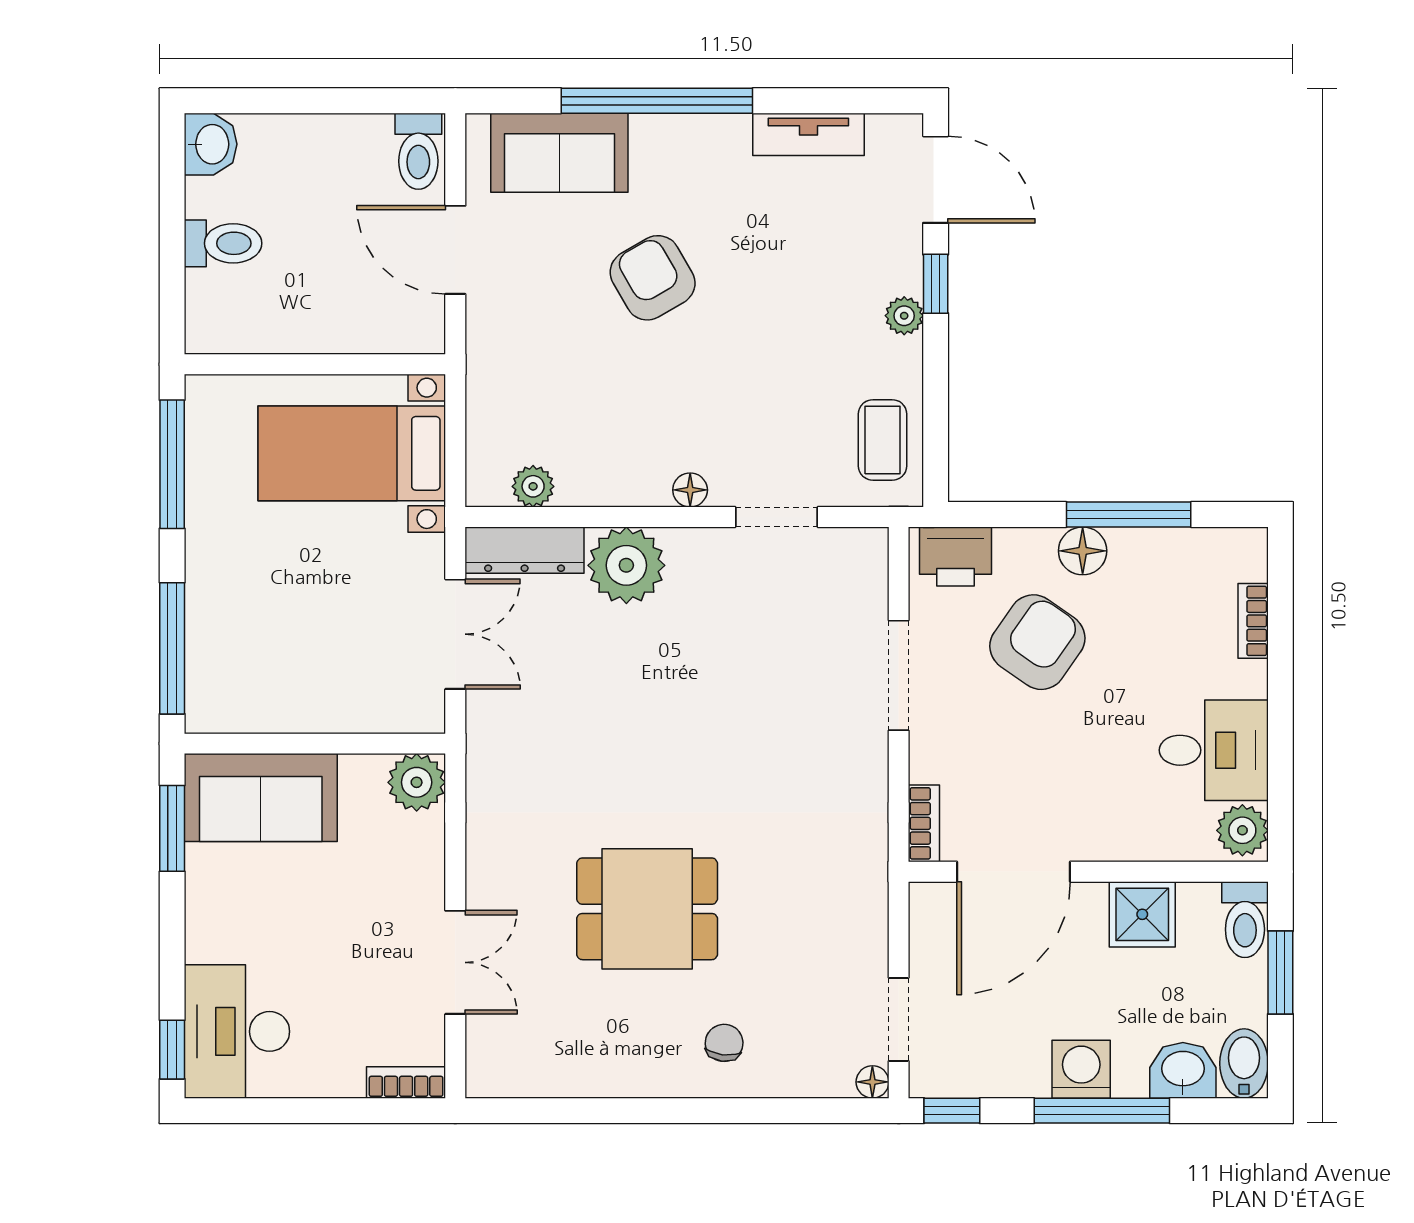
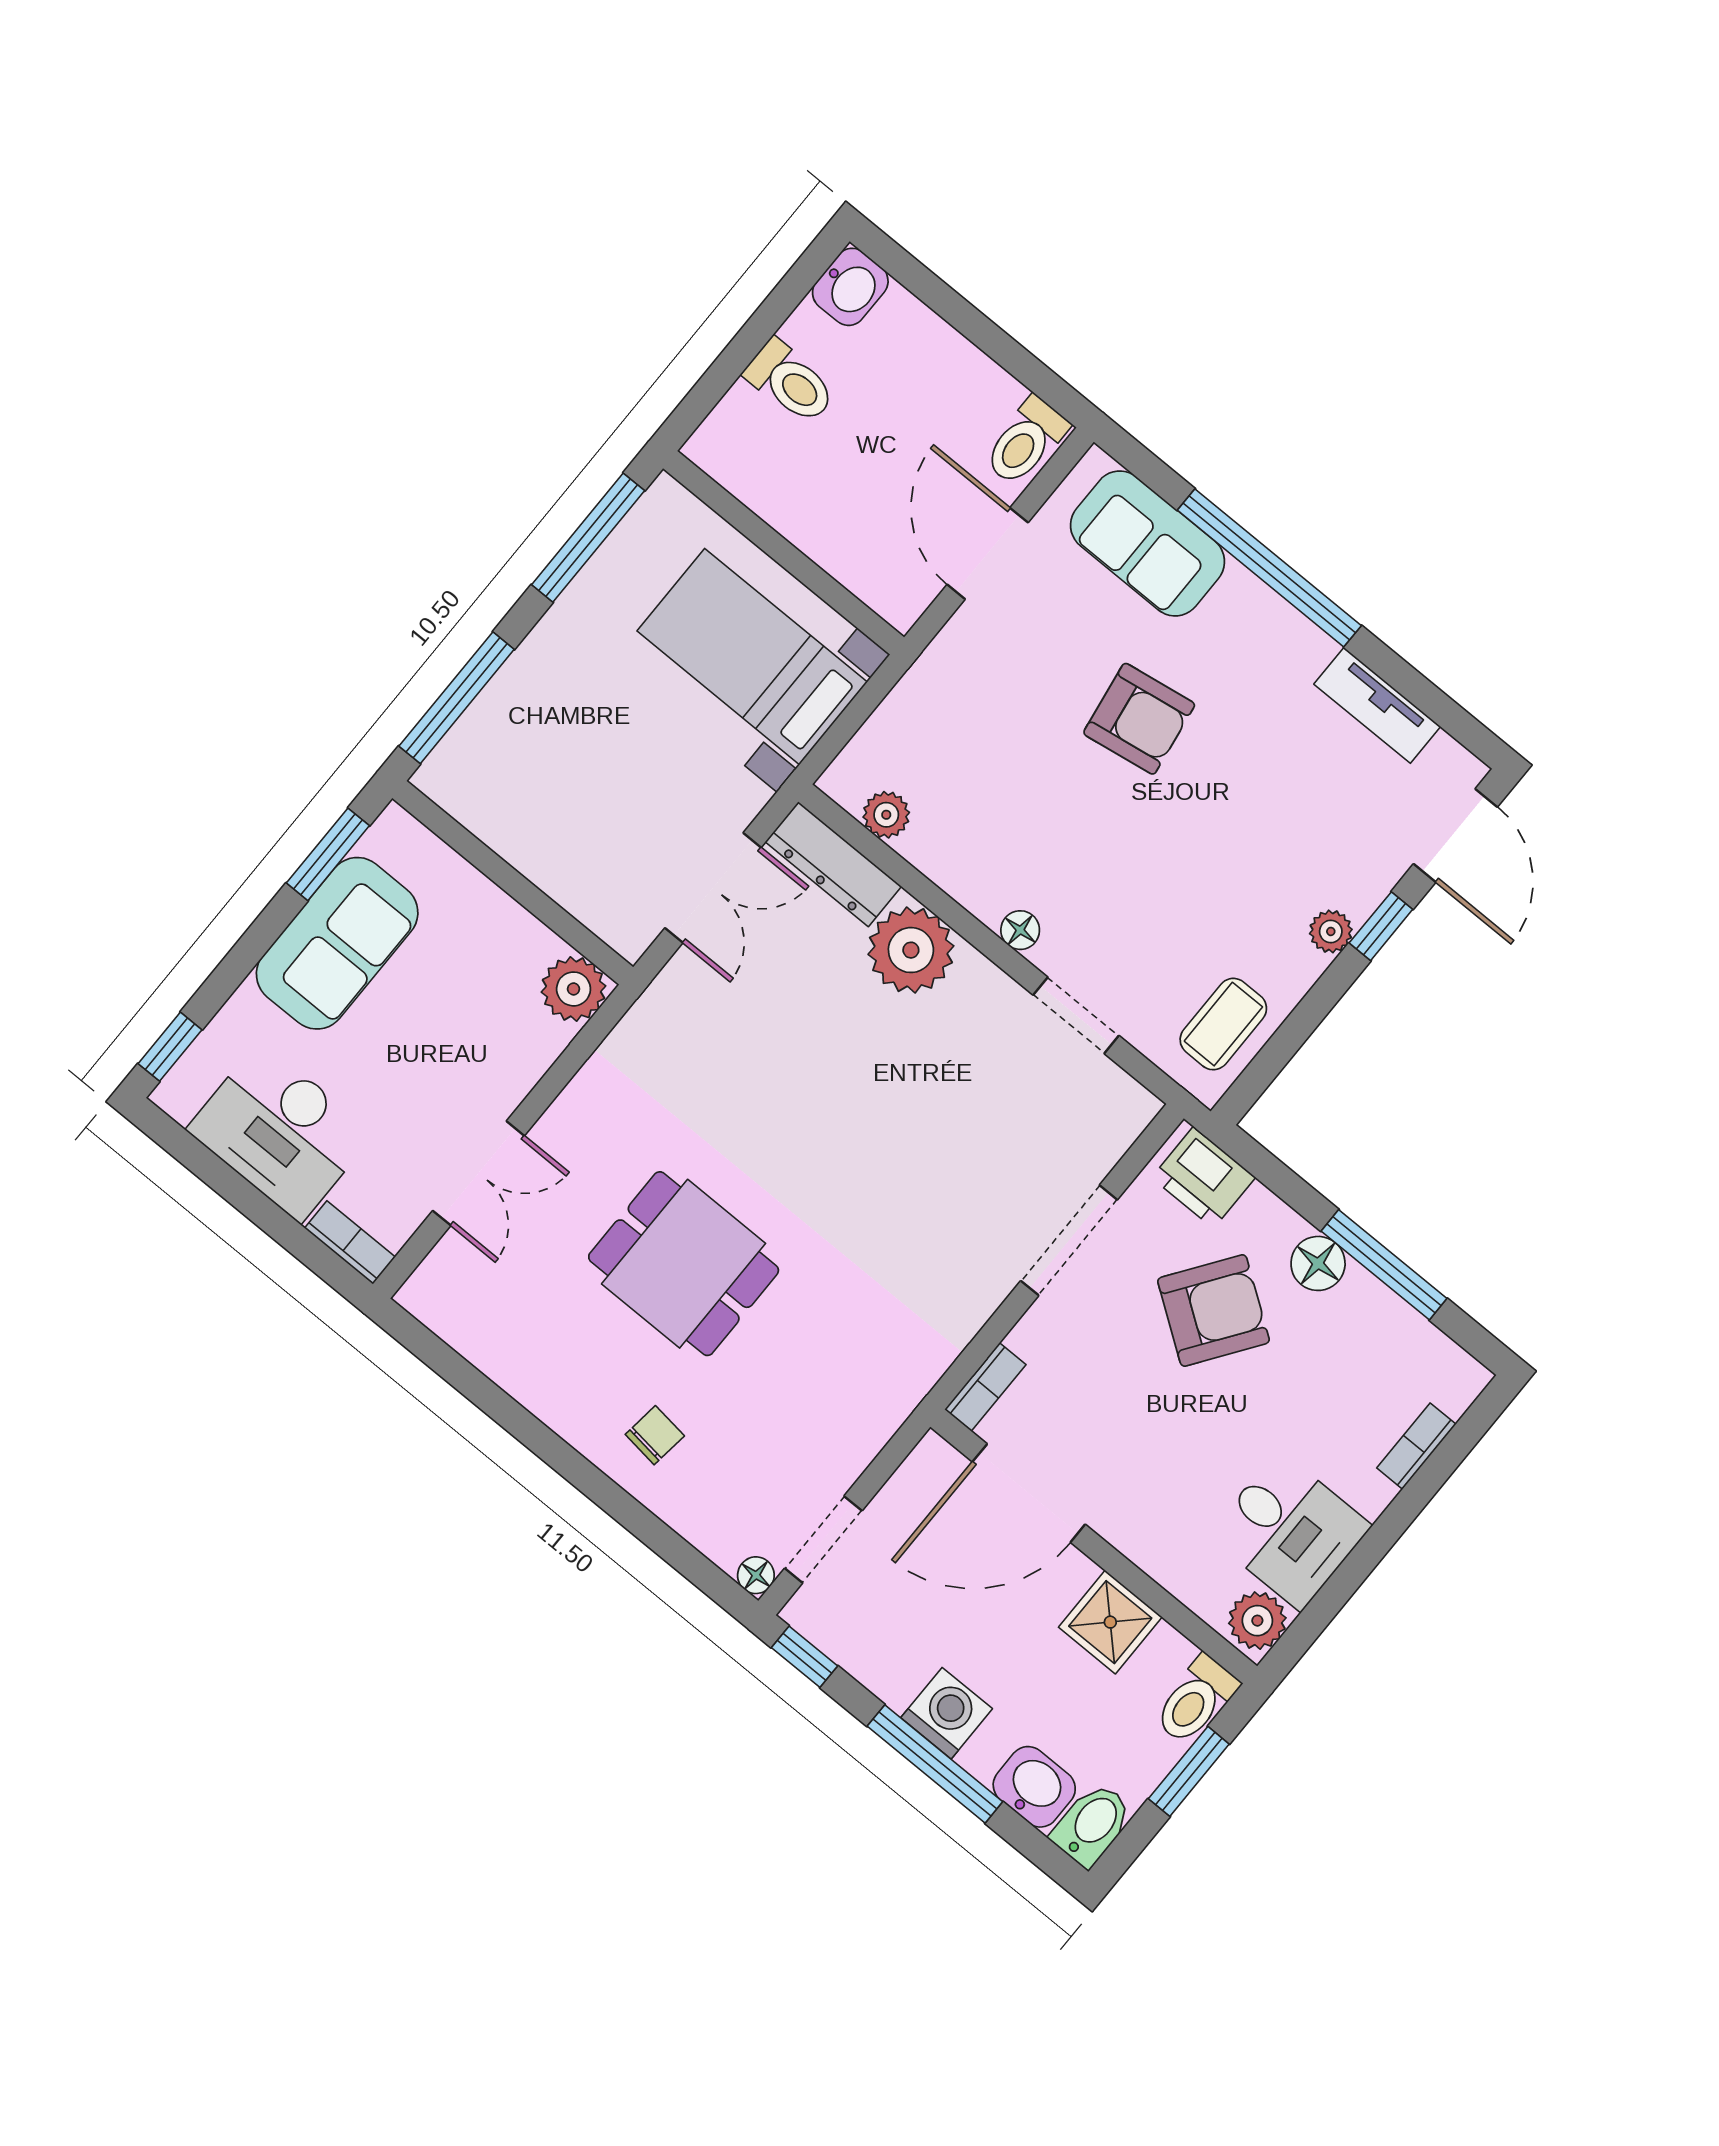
armchair: (653, 278) -> (1139, 719), turned 111
sofa: (261, 798) -> (337, 943), moved, turned -90
desk: (237, 1031) -> (280, 1132), moved, turned -90

